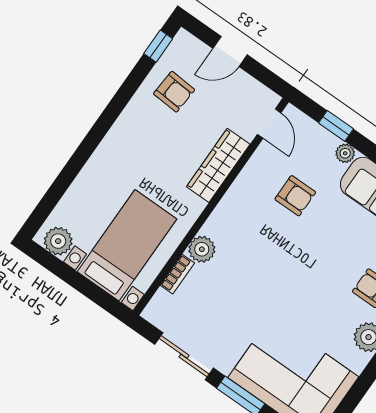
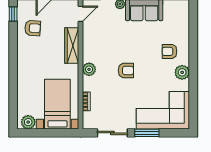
door: (269, 124) -> (81, 14), hinge flipped
armchair: (295, 196) -> (126, 70), moved
plant: (202, 249) -> (89, 69), moved

